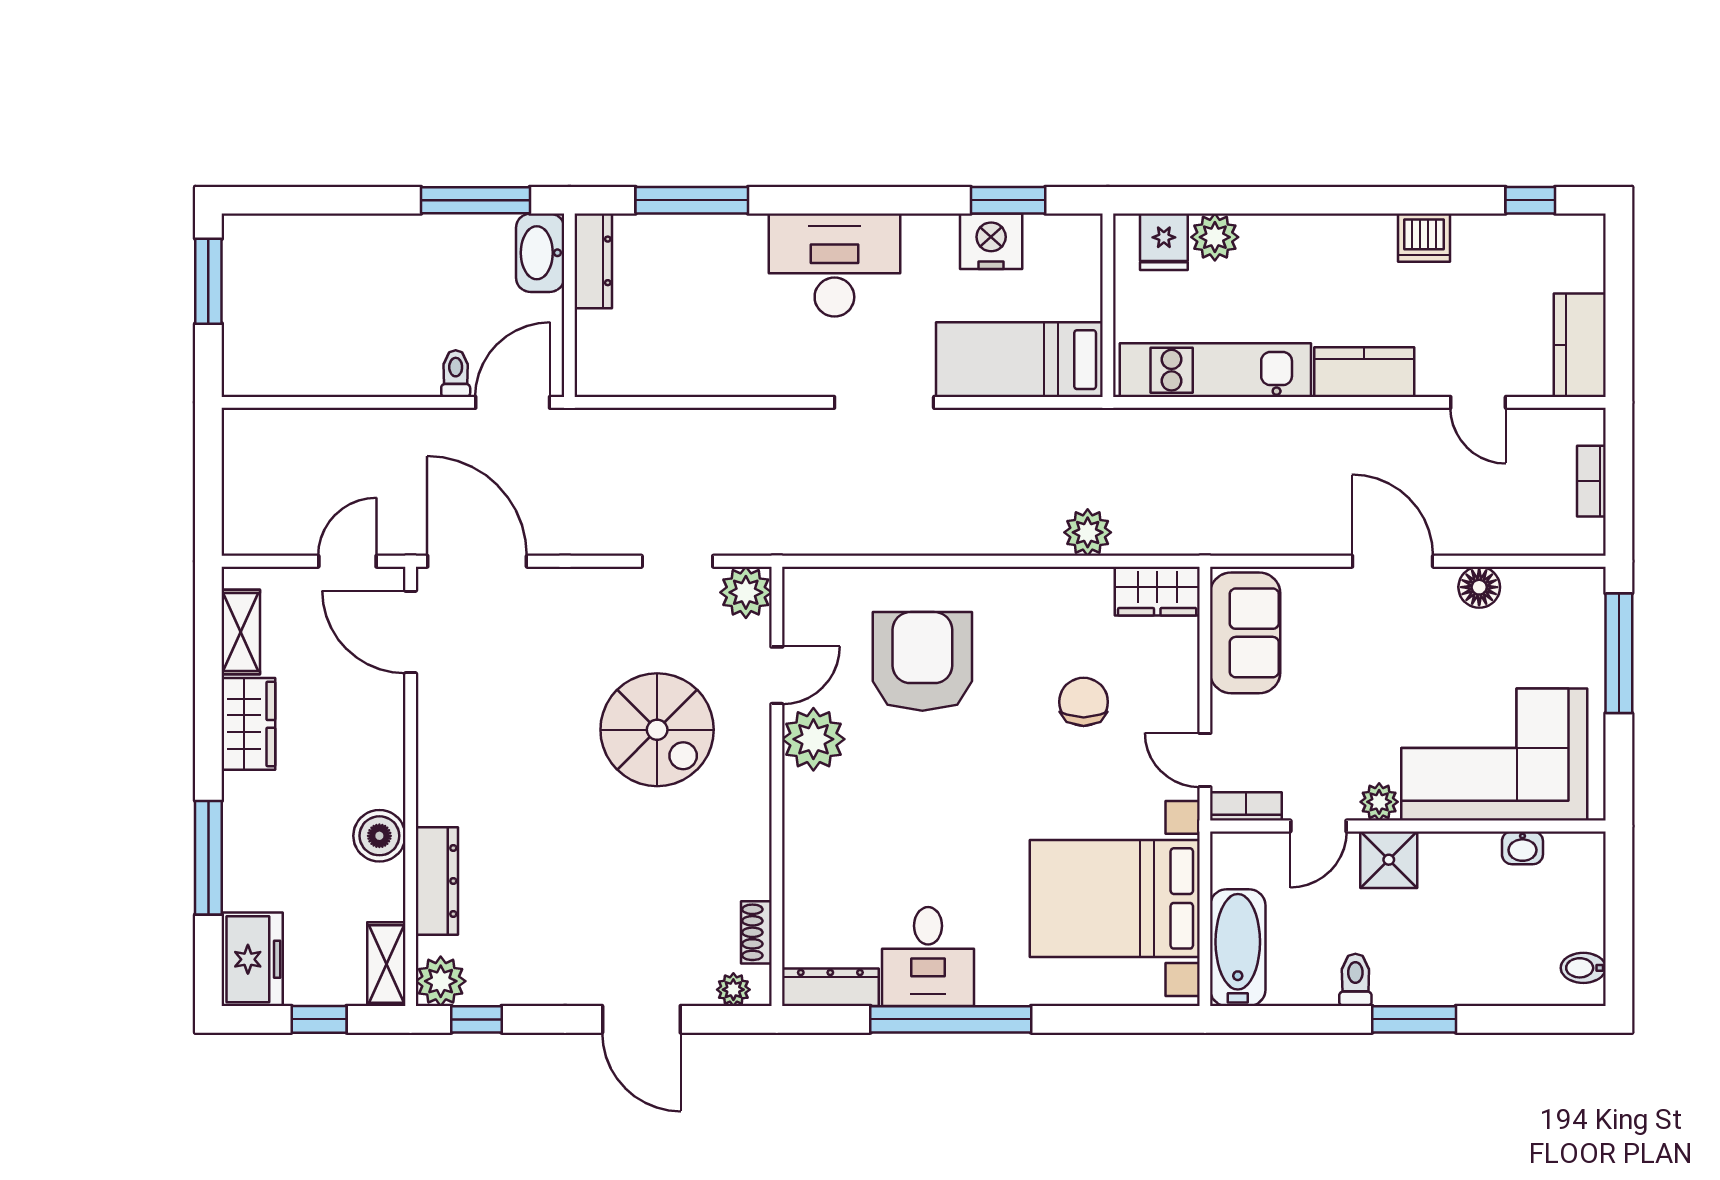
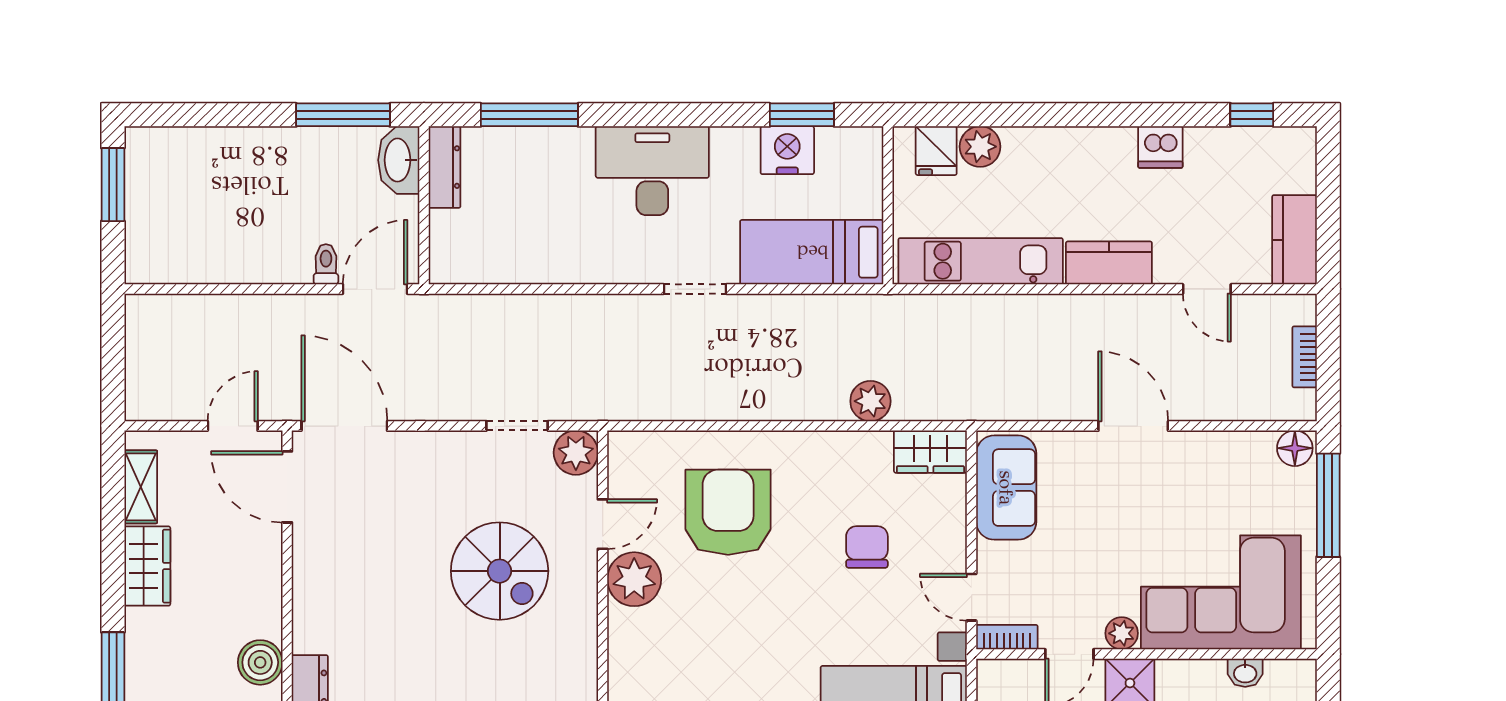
doorway: (884, 402) -> (695, 289), width x0.73
floor lamp: (1479, 587) -> (1295, 448), moved

